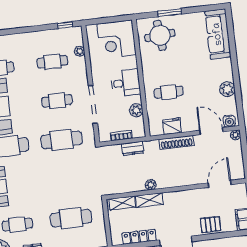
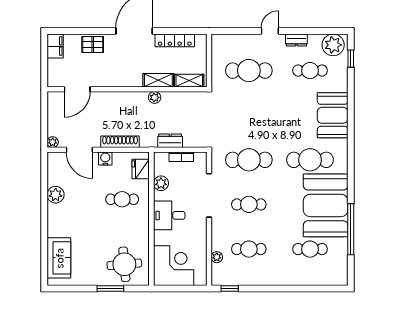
sofa: (218, 34) -> (59, 258), width x0.73
water cooler: (229, 121) -> (105, 159), moved
fridge: (172, 126) -> (141, 169), moved, turned 90

